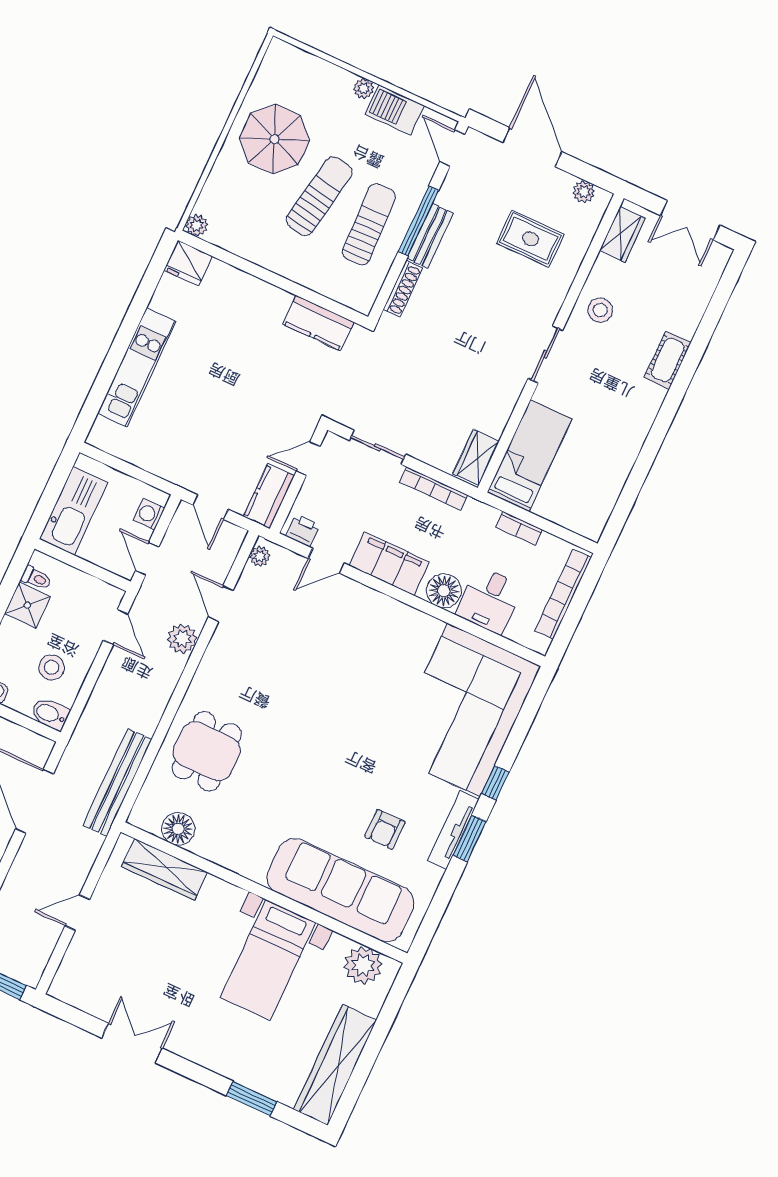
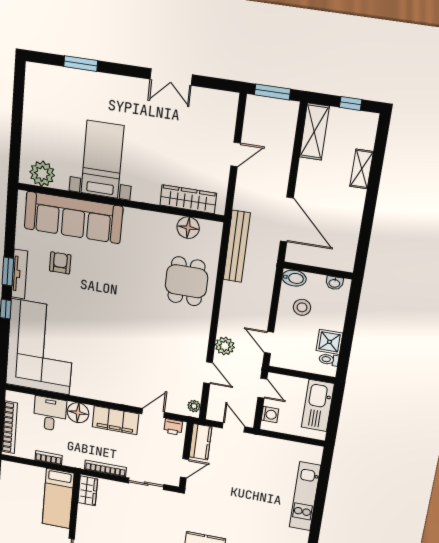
wardrobe: (335, 1065) -> (36, 103), removed

